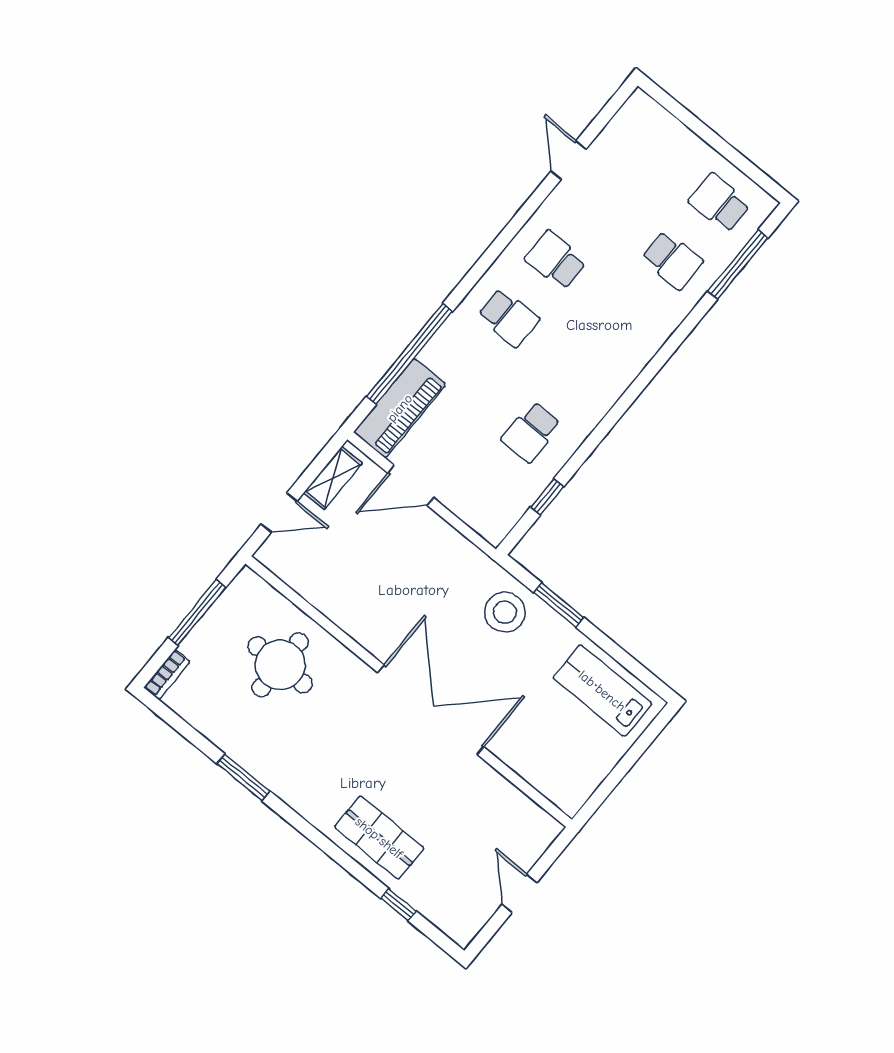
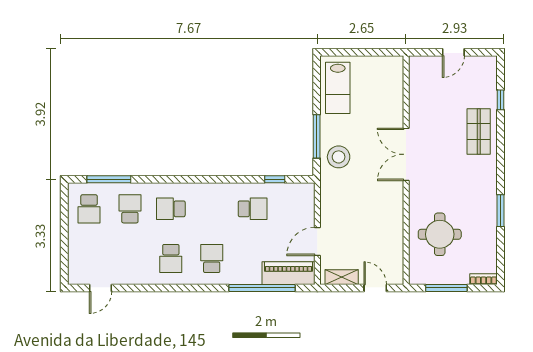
door: (569, 160) -> (101, 288), moved
school desk: (625, 317) -> (171, 209), added
door: (411, 485) -> (317, 241), swing flipped
window: (559, 605) -> (317, 136), width x1.44
double door: (431, 710) -> (406, 154), width x0.73

